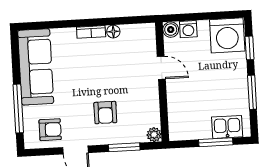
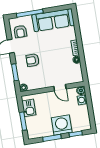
washing machine: (227, 35) -> (62, 125), moved, turned 90
door: (161, 68) -> (60, 88), hinge flipped
kitchen sink: (227, 127) -> (29, 108), moved

